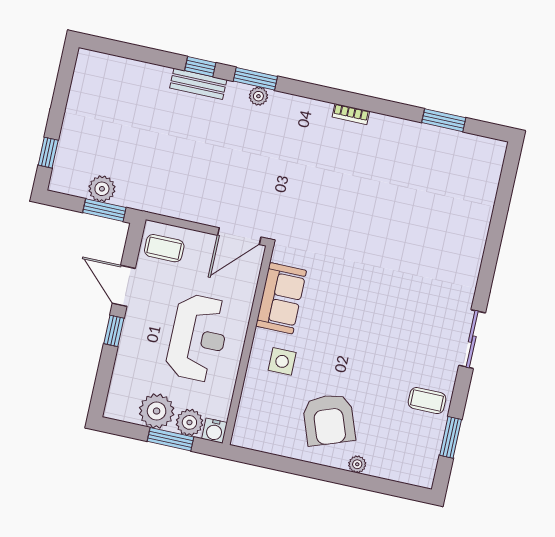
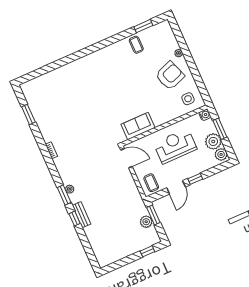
sliding door: (472, 339) -> (101, 45), removed
side table: (282, 361) -> (188, 99), moved
plant: (189, 422) -> (221, 154), moved

